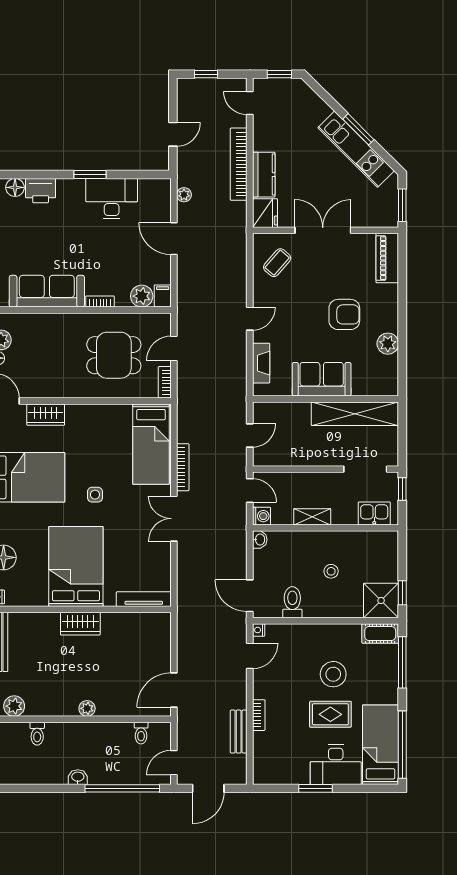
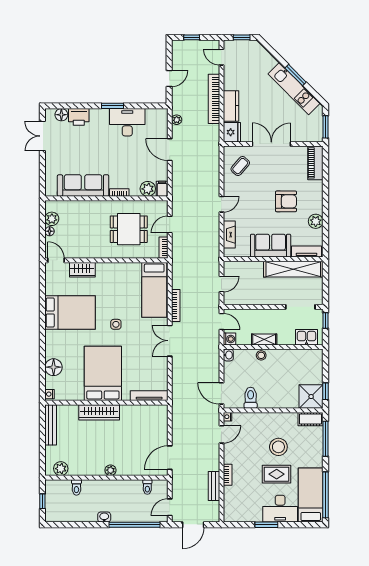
tv unit: (374, 388) -> (306, 251), added
stool: (331, 571) -> (261, 355), moved
wardrobe: (80, 624) -> (99, 412), width x1.50

